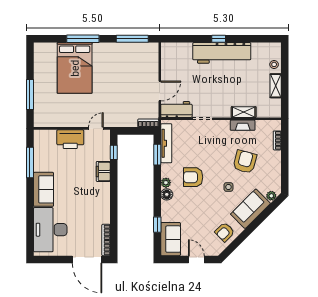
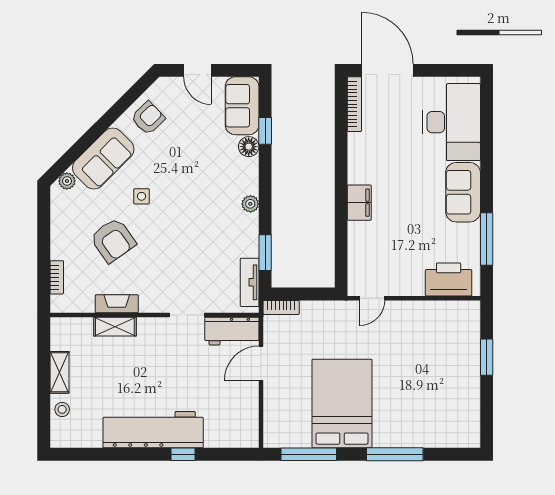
window: (219, 39) -> (183, 454), moved
bed: (75, 68) -> (342, 403), moved
window: (30, 95) -> (487, 357), width x0.69
printer: (70, 139) -> (449, 279), moved
tv unit: (166, 143) -> (250, 282), width x0.71
window: (114, 152) -> (341, 256), removed
armchair: (245, 162) -> (113, 240), turned -50
filing cabinet: (103, 171) -> (359, 203), moved
armchair: (193, 177) -> (203, 213), removed
floor lamp: (167, 194) -> (249, 147), moved

